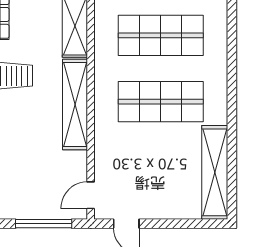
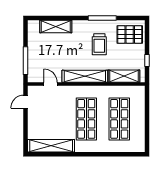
door: (91, 195) -> (51, 84), moved

